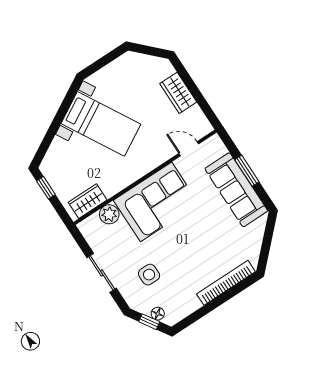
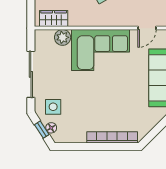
door: (189, 149) -> (147, 28), swing flipped
sliding door: (102, 273) -> (31, 74), width x1.37
side table: (149, 275) -> (53, 107), moved

